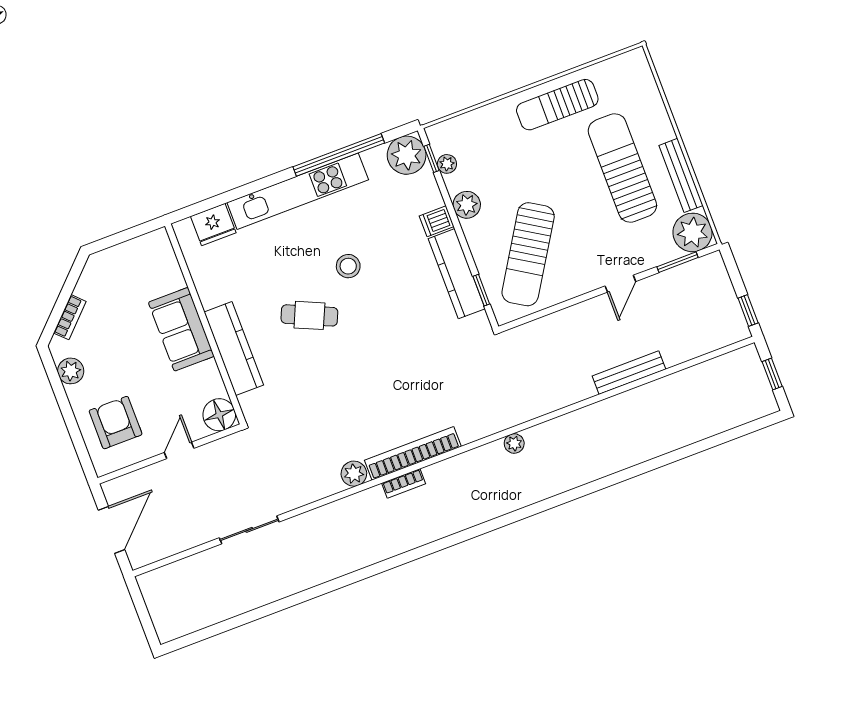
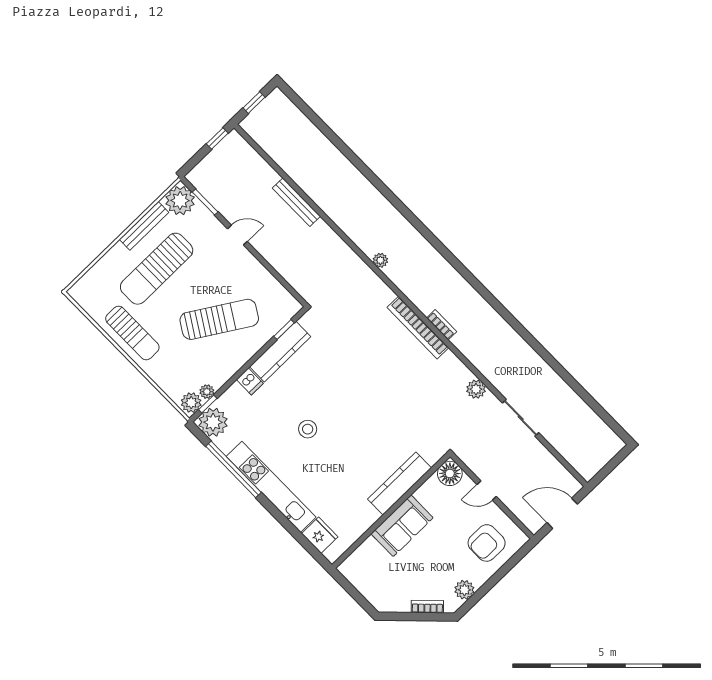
plant: (467, 205) -> (191, 403), moved
sun lounger: (528, 254) -> (219, 319), moved
cafe table: (309, 315) -> (354, 441), removed
plant: (354, 474) -> (476, 389), moved

